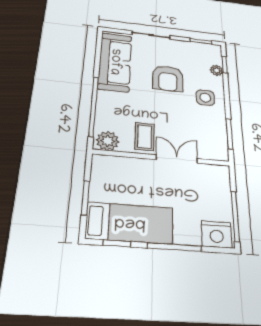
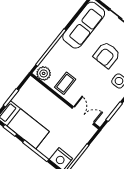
double door: (177, 159) -> (83, 116), moved

